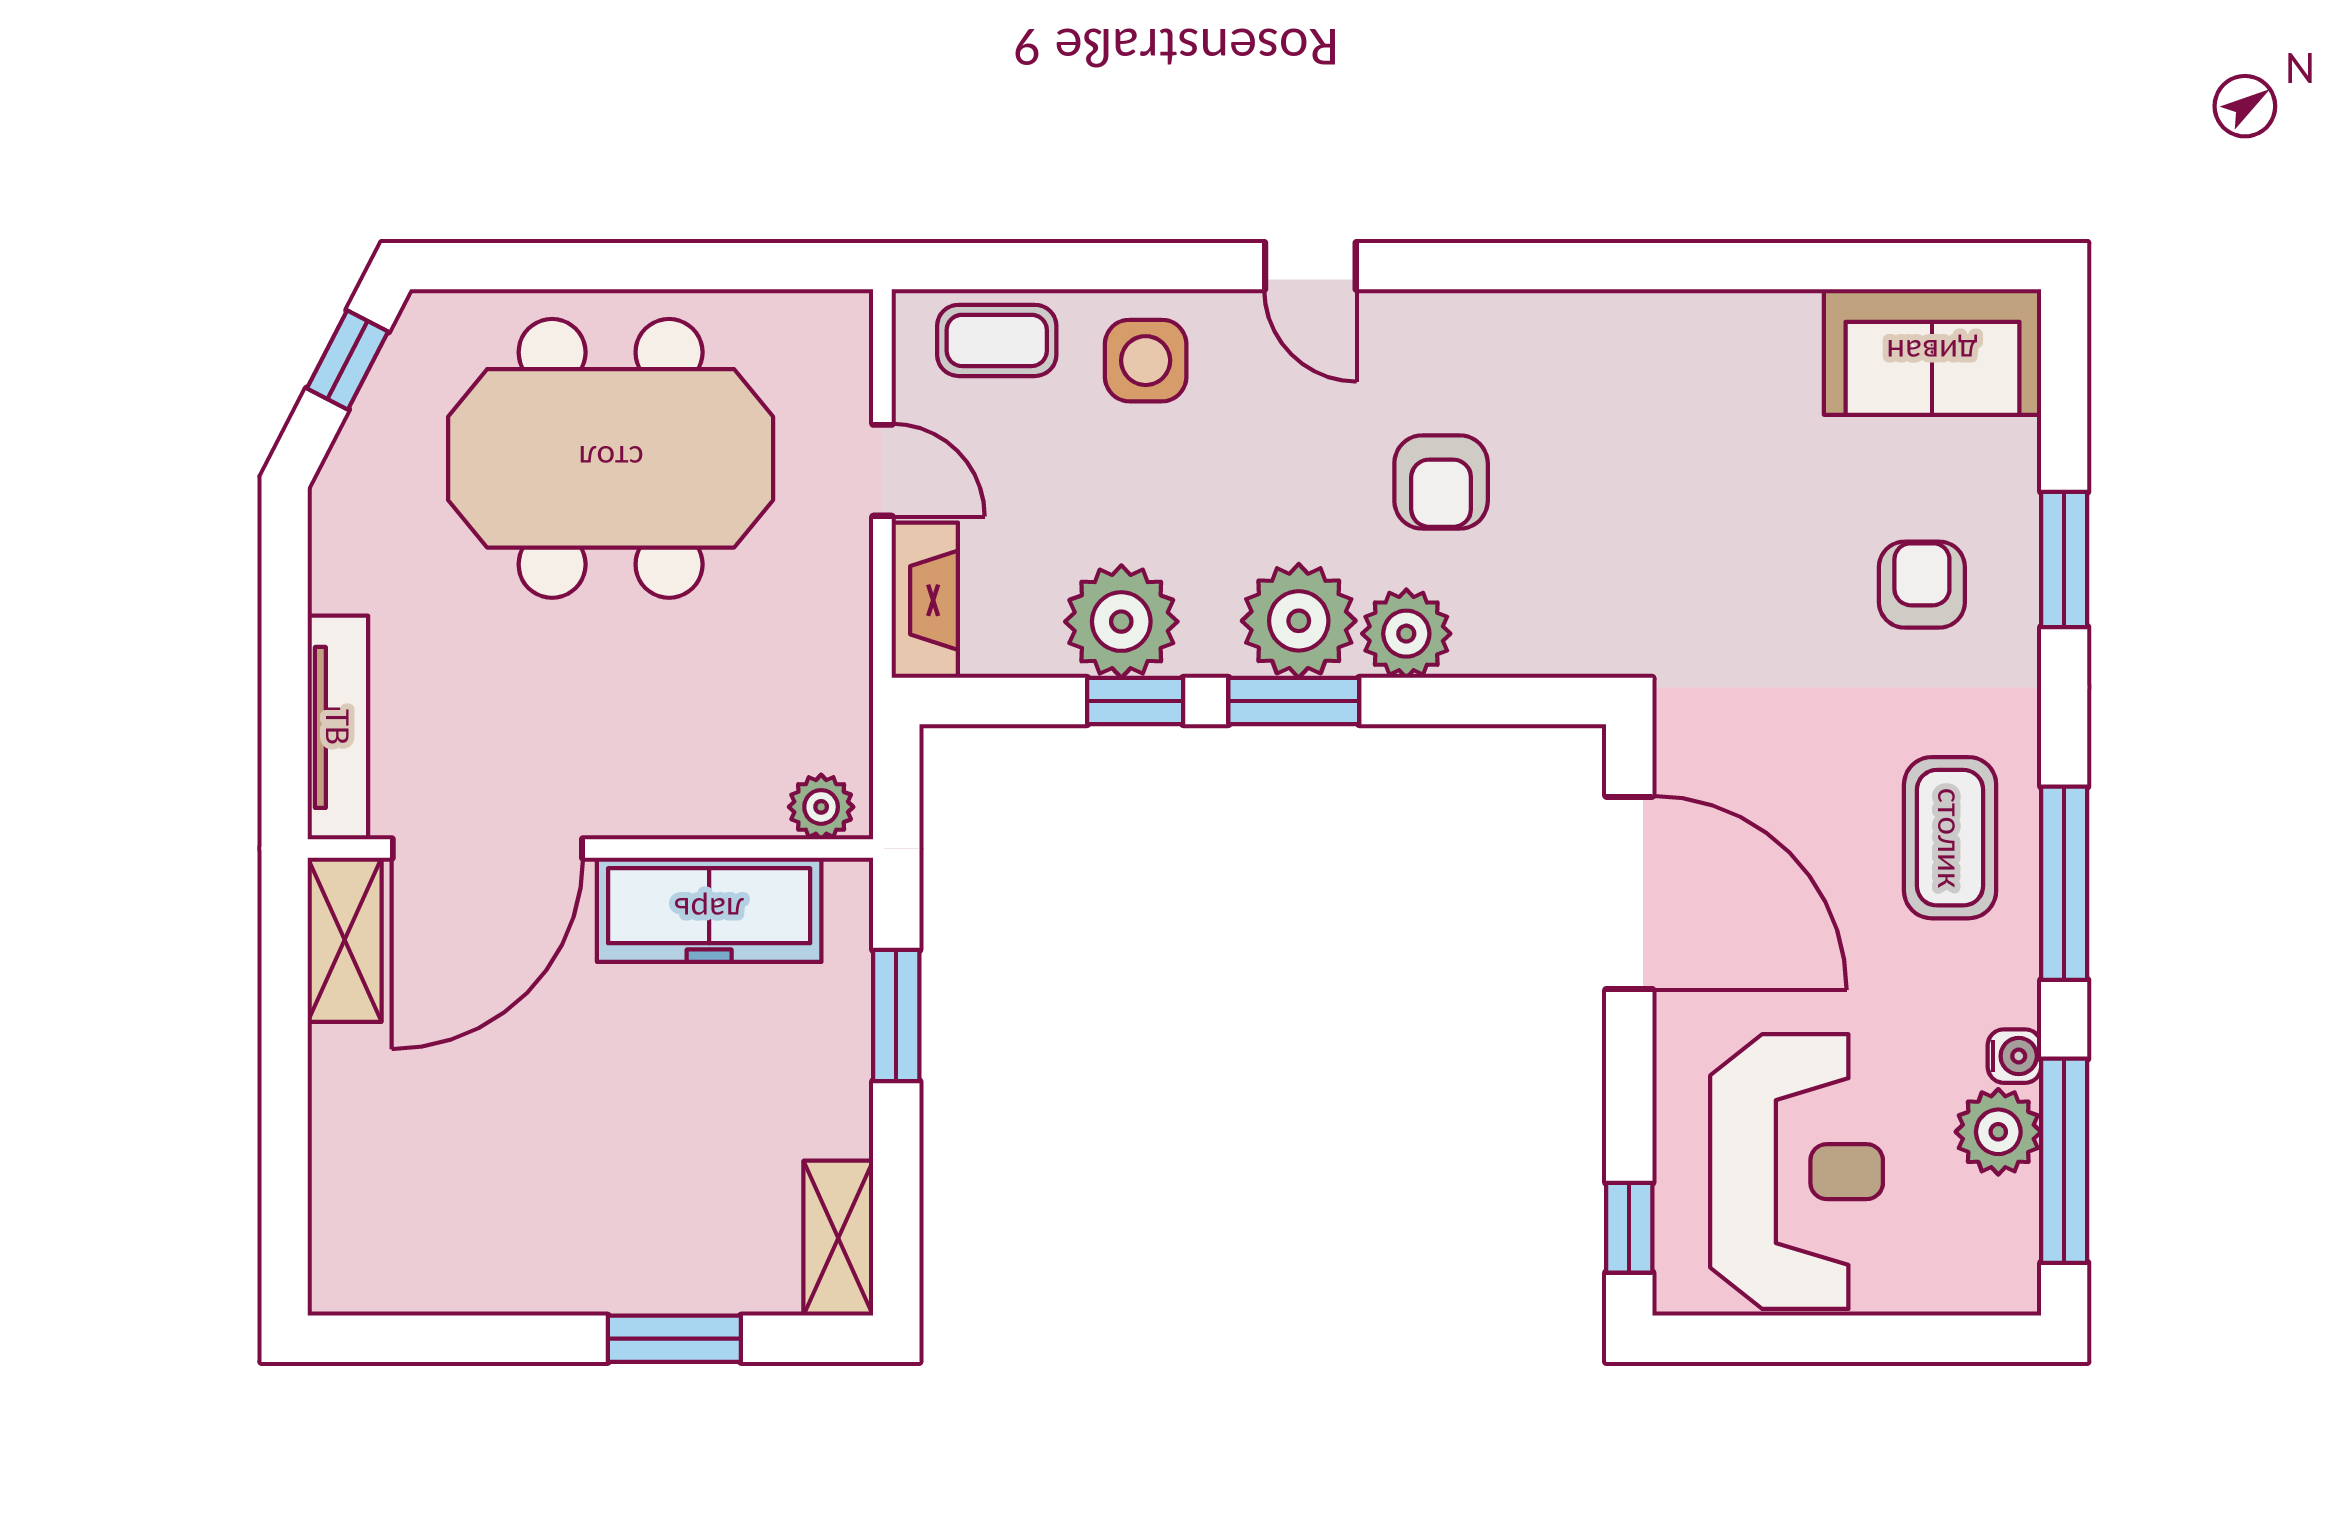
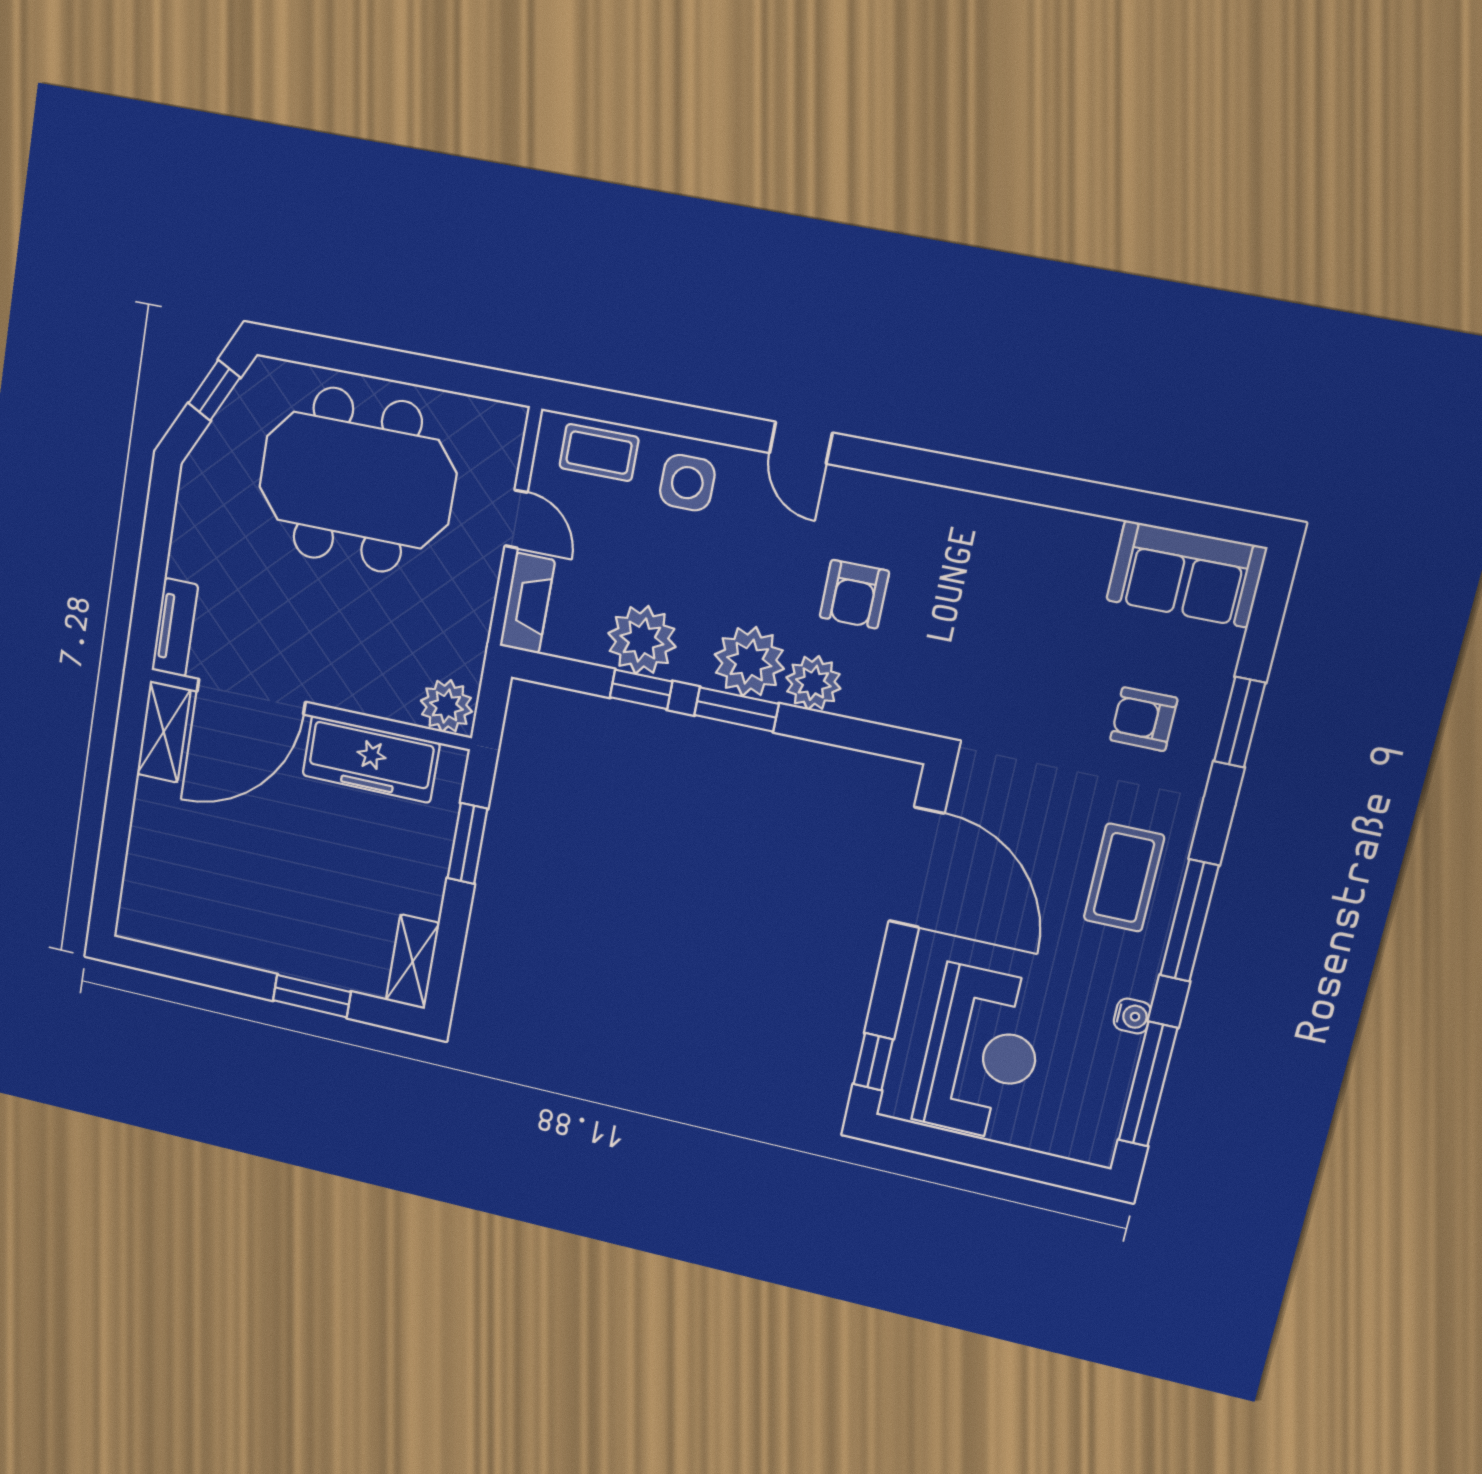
armchair: (1922, 585) -> (1144, 719), turned -90
tv unit: (338, 727) -> (175, 627), width x0.71
plant: (821, 807) -> (446, 706), width x1.38, depth x1.38
plant: (1998, 1132) -> (1111, 1058), removed

